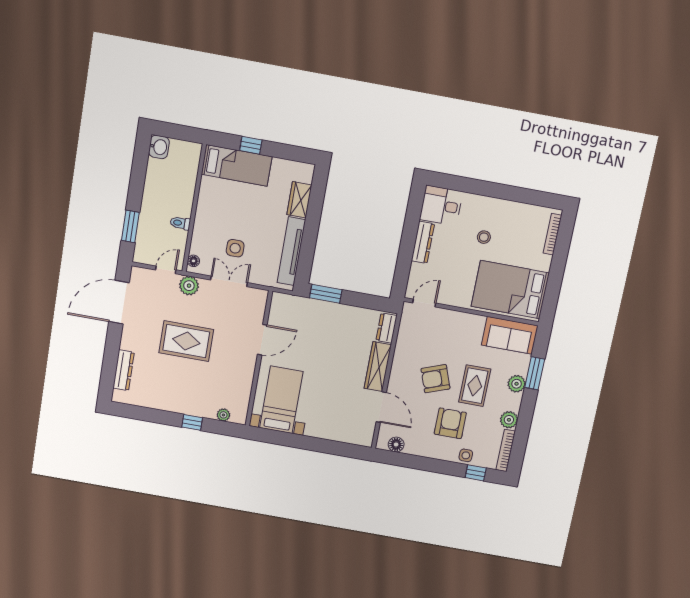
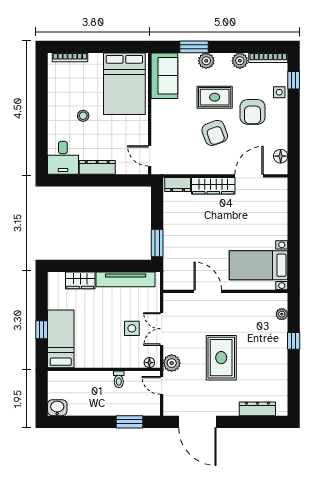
armchair: (450, 423) -> (253, 112), turned -90

